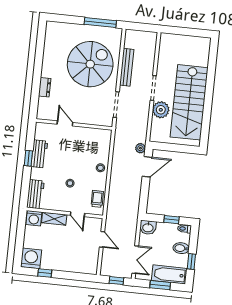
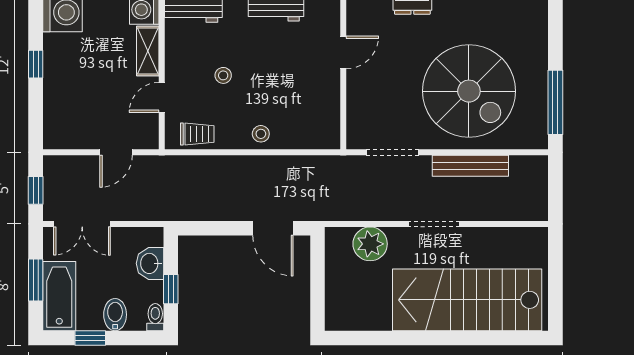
stairs: (189, 102) -> (467, 300), moved
plant: (161, 110) -> (370, 244), moved
plant: (140, 148) -> (309, 211), removed
washbasin: (148, 227) -> (150, 263), moved
window: (45, 273) -> (36, 64), moved

